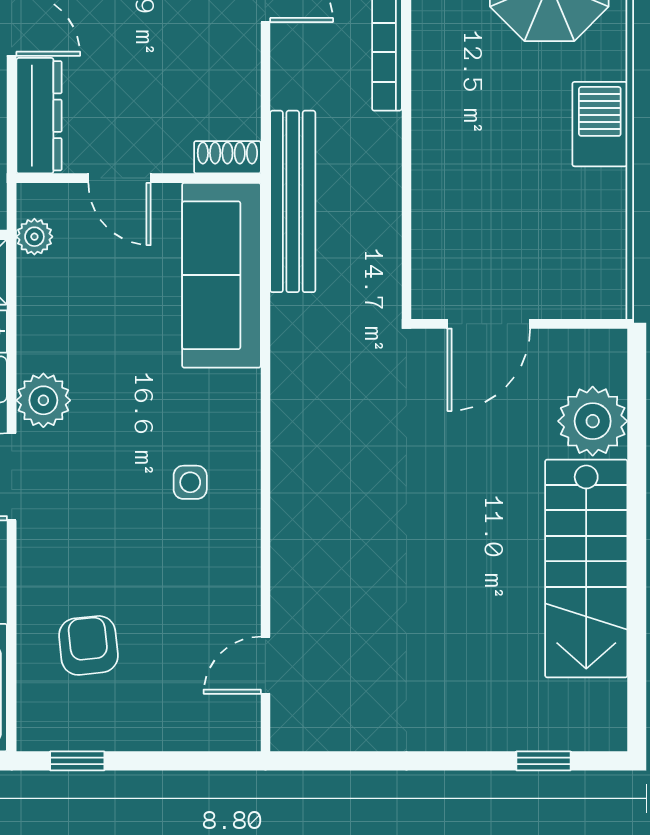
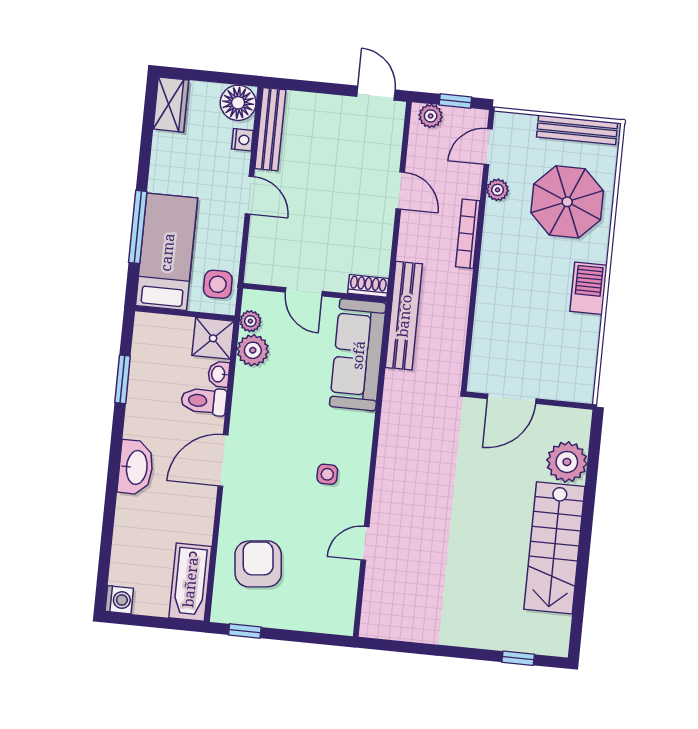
dresser: (39, 116) -> (260, 250), removed
plant: (43, 400) -> (253, 350), moved
armchair: (88, 645) -> (258, 564), width x1.38, depth x1.38
door: (265, 665) -> (365, 543), moved

